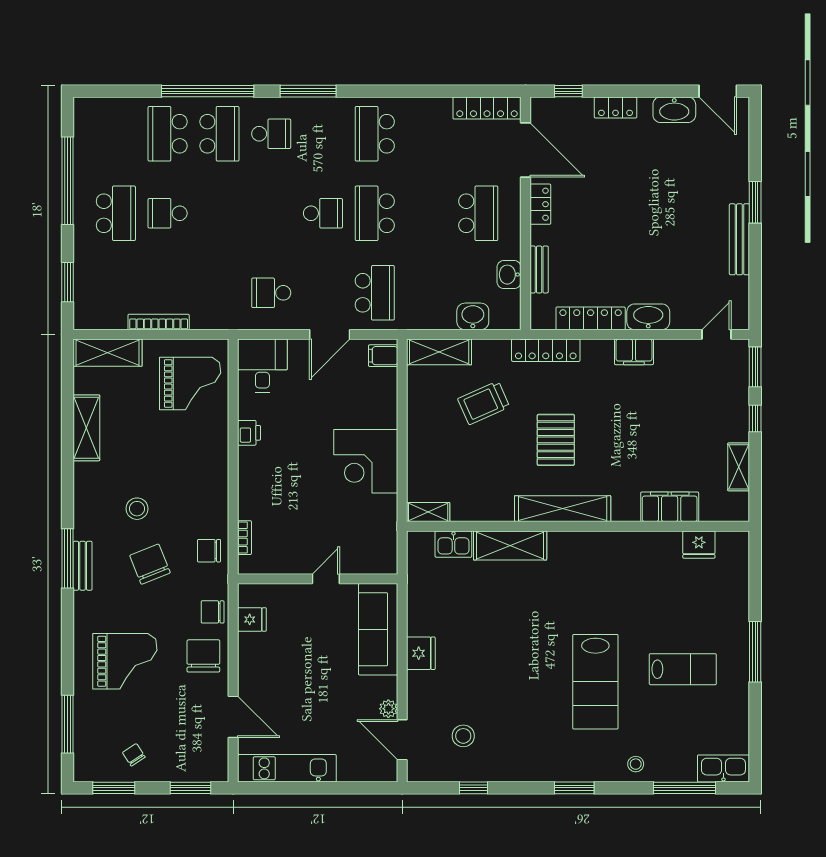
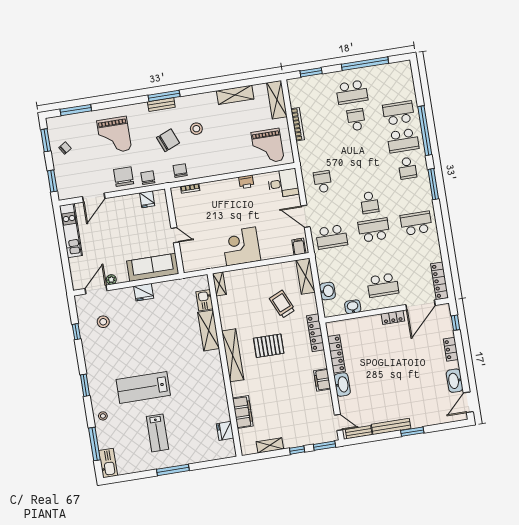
bench: (539, 269) -> (359, 432), moved
chair: (203, 656) -> (124, 177), turned -90

